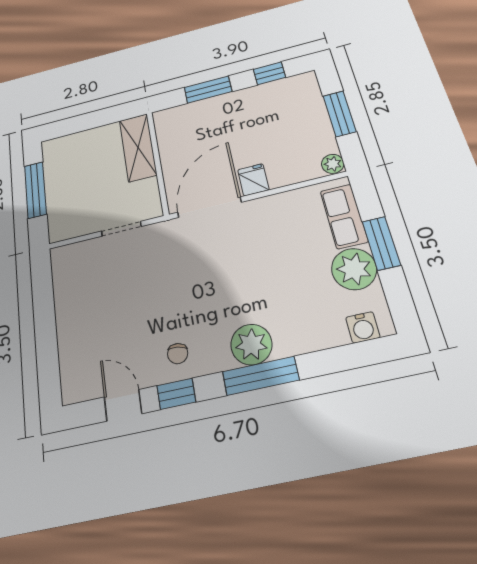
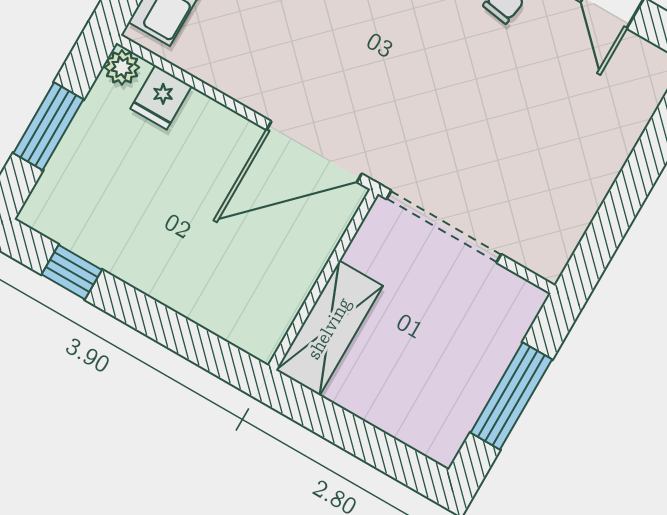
window: (208, 90) -> (168, 328), removed
fridge: (253, 180) -> (161, 97), moved
doorway: (121, 229) -> (444, 227), width x1.88

